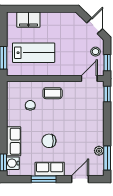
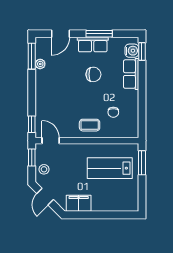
filing cabinet: (28, 20) -> (79, 203), moved
door: (89, 79) -> (51, 141), swing flipped

